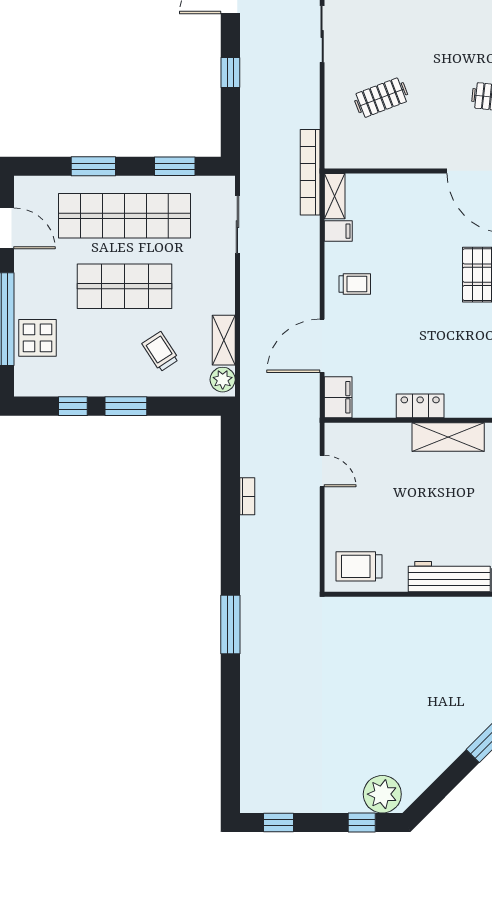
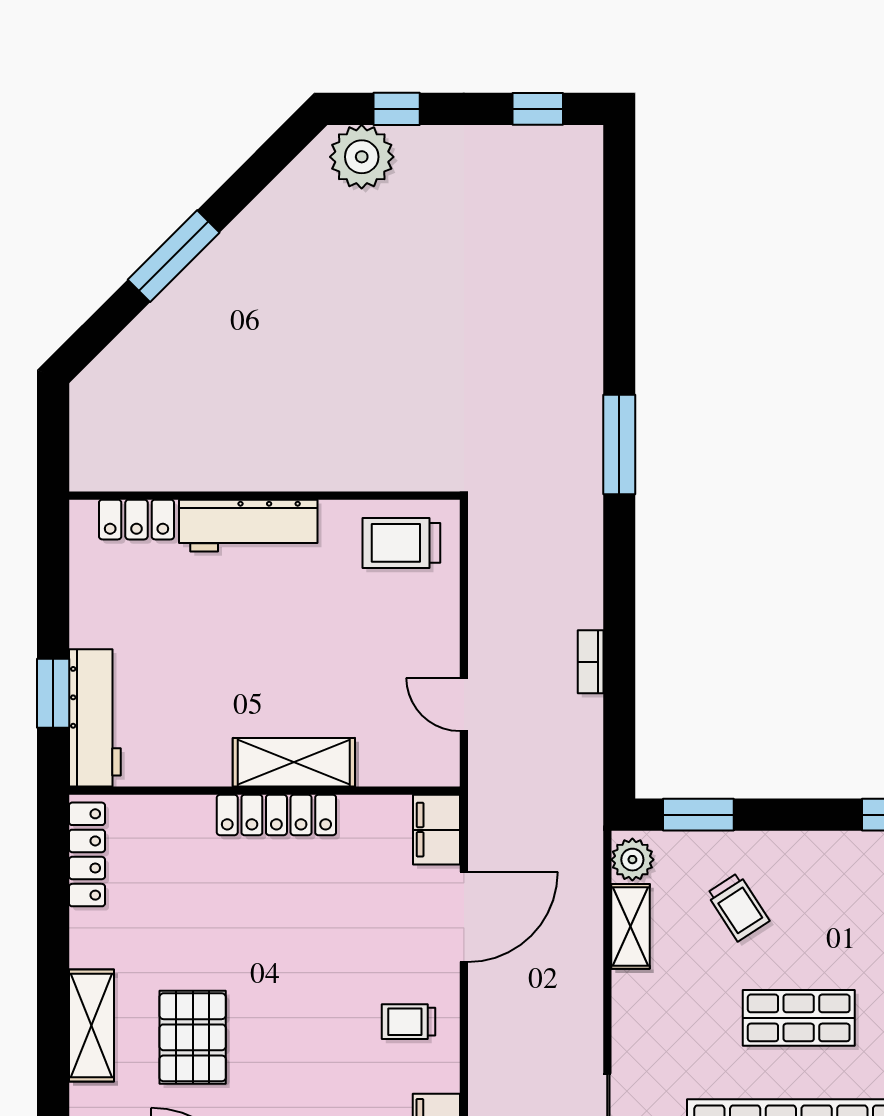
shop shelf: (125, 286) -> (799, 1018), width x0.70, depth x0.74
window: (126, 406) -> (698, 815), moved
locker: (420, 406) -> (276, 815), width x1.53
shelving: (448, 437) -> (294, 762), moved
trolley: (359, 566) -> (401, 543), turned 180

